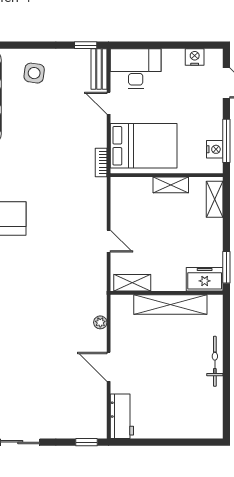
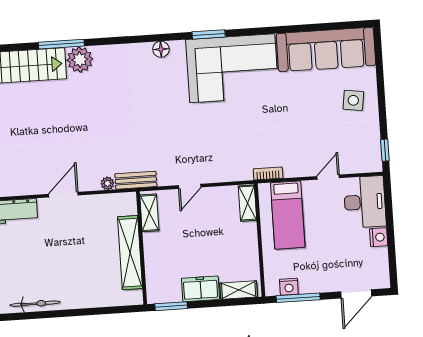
nightstand: (195, 57) -> (379, 237), moved
bench: (99, 69) -> (136, 180), moved
bed: (144, 146) -> (288, 215), width x0.67
shelving: (171, 185) -> (247, 203), moved
freezer: (205, 279) -> (200, 289), moved, turned -90
bicycle: (215, 361) -> (35, 304), moved

